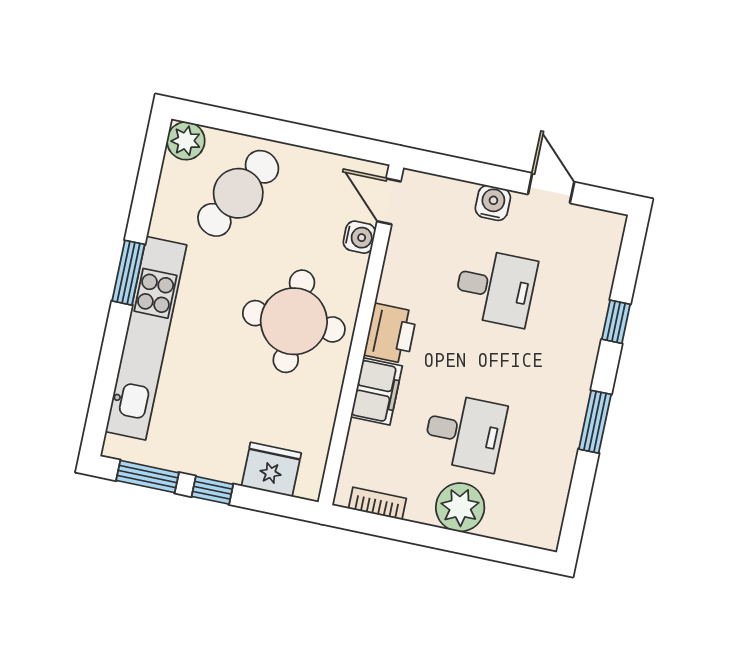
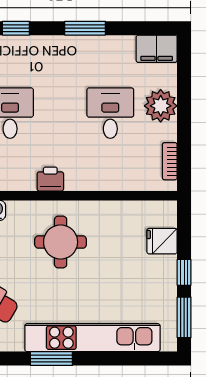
round table: (294, 321) -> (61, 242), width x0.73, depth x0.73
printer: (391, 333) -> (50, 179), width x0.73, depth x0.81
filing cabinet: (376, 391) -> (157, 49), moved, turned 180
fridge: (271, 469) -> (162, 241), width x0.72

